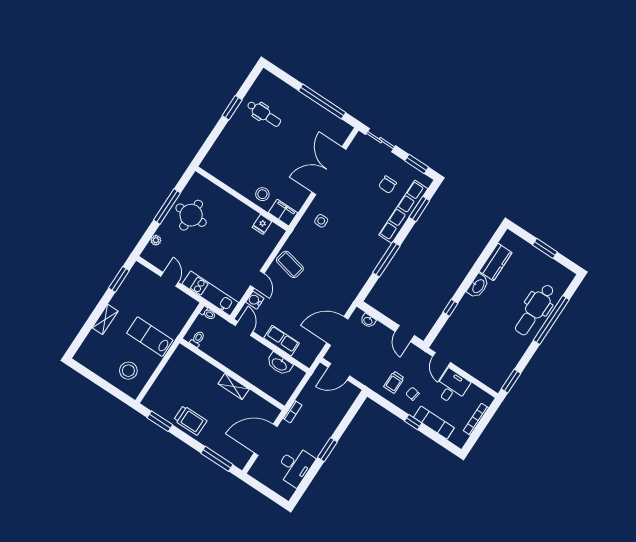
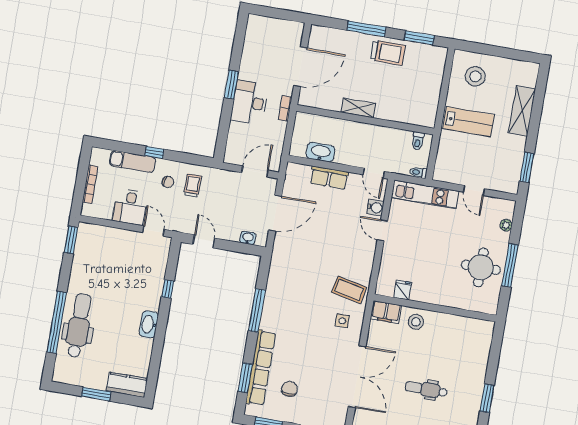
dental chair: (264, 114) -> (426, 389), moved
kitchen counter: (496, 262) -> (127, 385), moved, turned 90
coffee table: (290, 264) -> (349, 290), moved
shelving: (105, 319) -> (522, 111), width x1.50, depth x1.33
trolley: (190, 420) -> (388, 53), turned 180
window: (217, 459) -> (366, 29), moved
desk: (295, 466) -> (249, 102), moved

